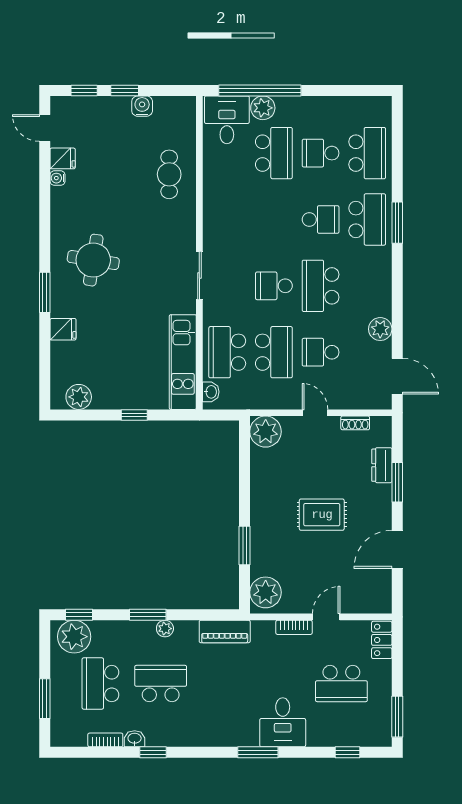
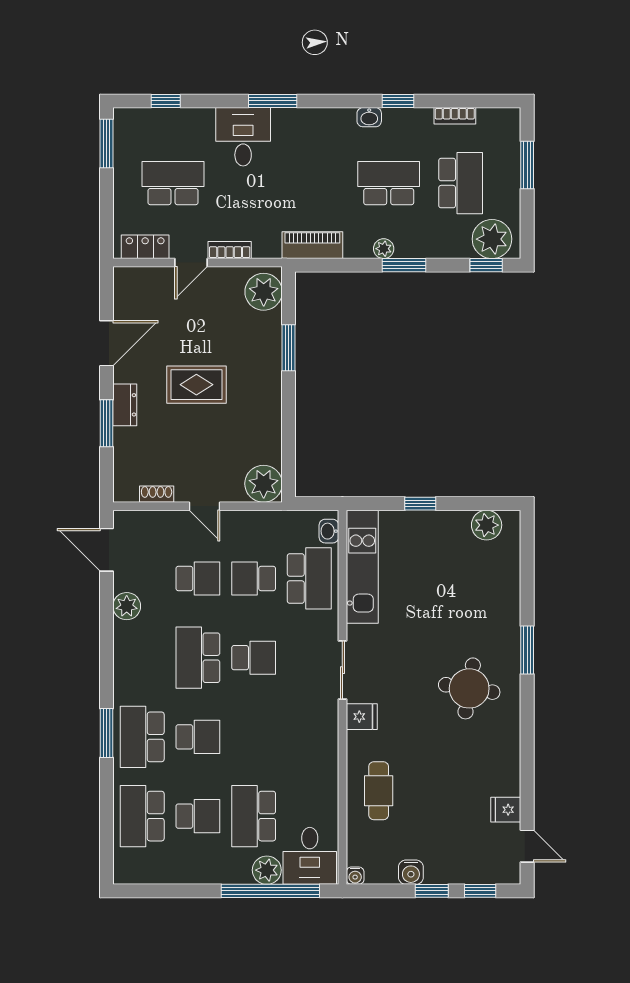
water cooler: (57, 178) -> (355, 876), moved, turned 90
school desk: (321, 219) -> (198, 737), turned 180
school desk: (321, 286) -> (198, 658), turned 180
fridge: (63, 329) -> (362, 717), moved, turned 180
school desk: (274, 352) -> (254, 578), width x0.54
dresser: (382, 465) -> (125, 405), moved
locker: (382, 640) -> (145, 247), moved, turned -90
school desk: (161, 684) -> (389, 183), turned 180
washbasin: (135, 739) -> (369, 117), moved

